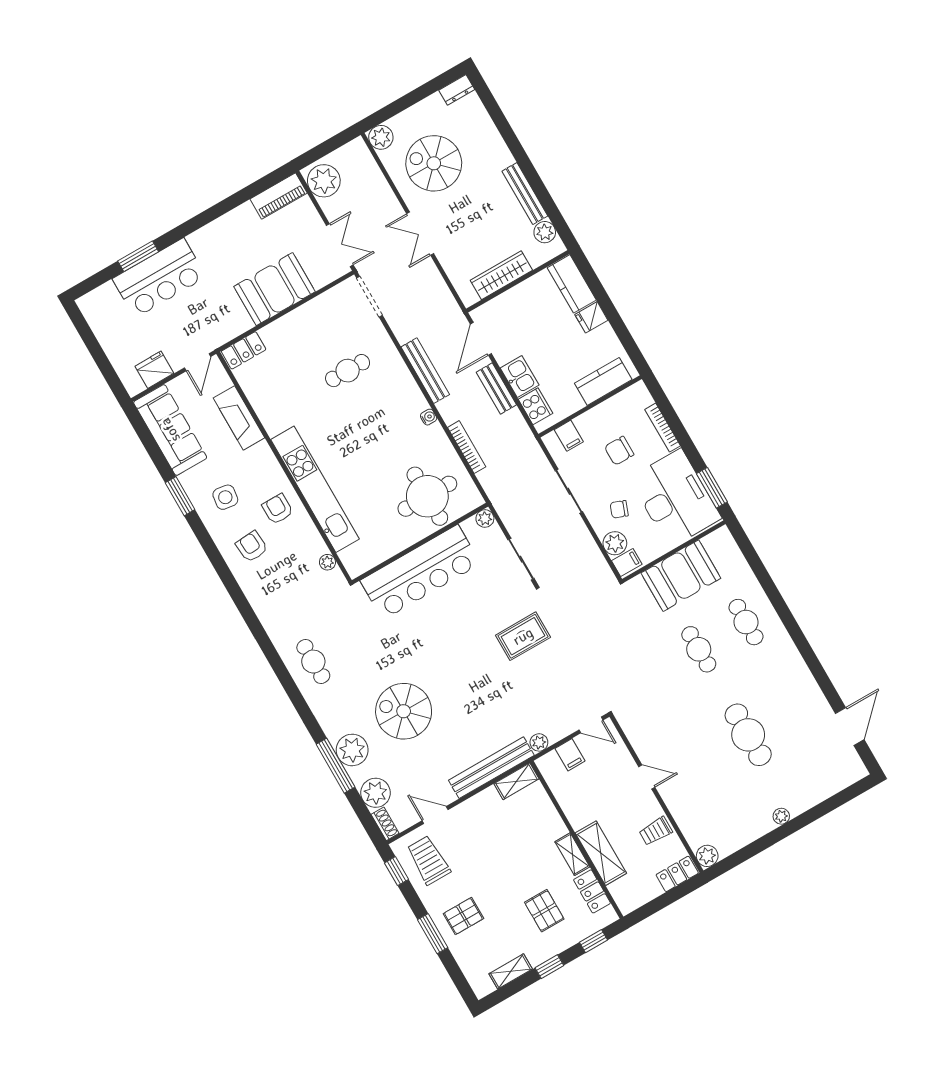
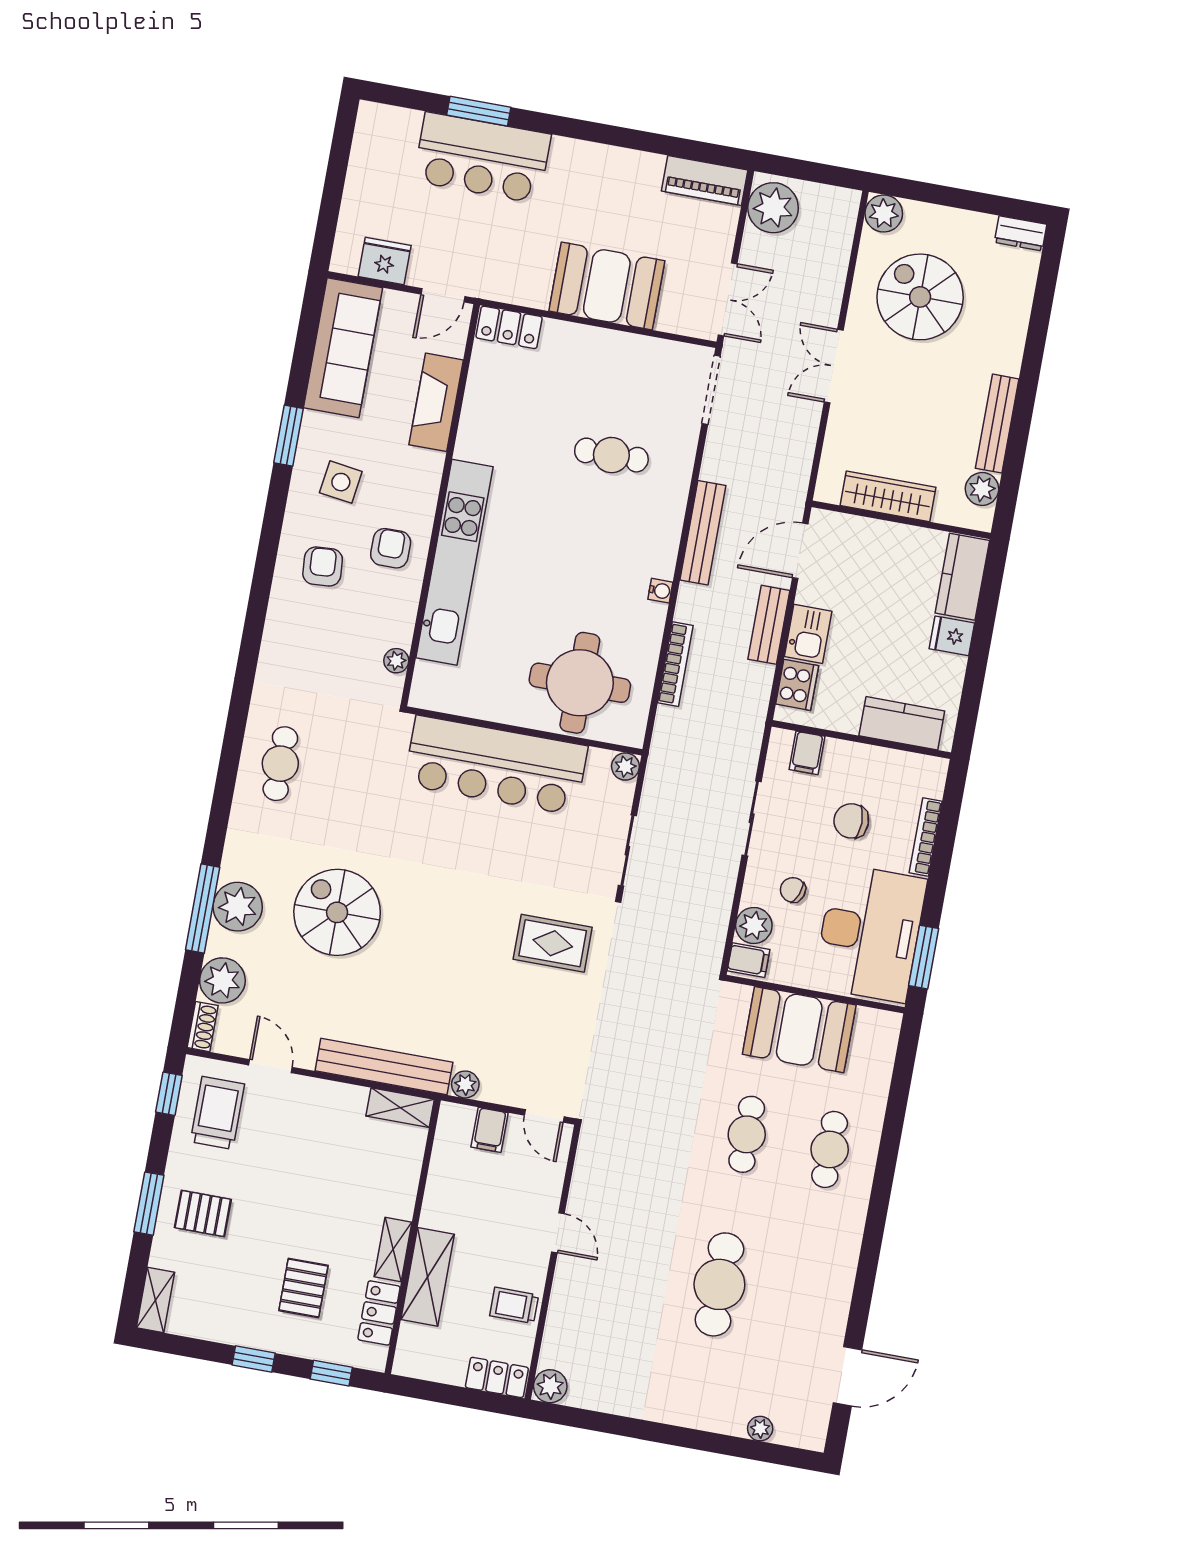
plant: (781, 816) -> (760, 1429), moved
shelving: (511, 971) -> (155, 1300), moved, turned 90

